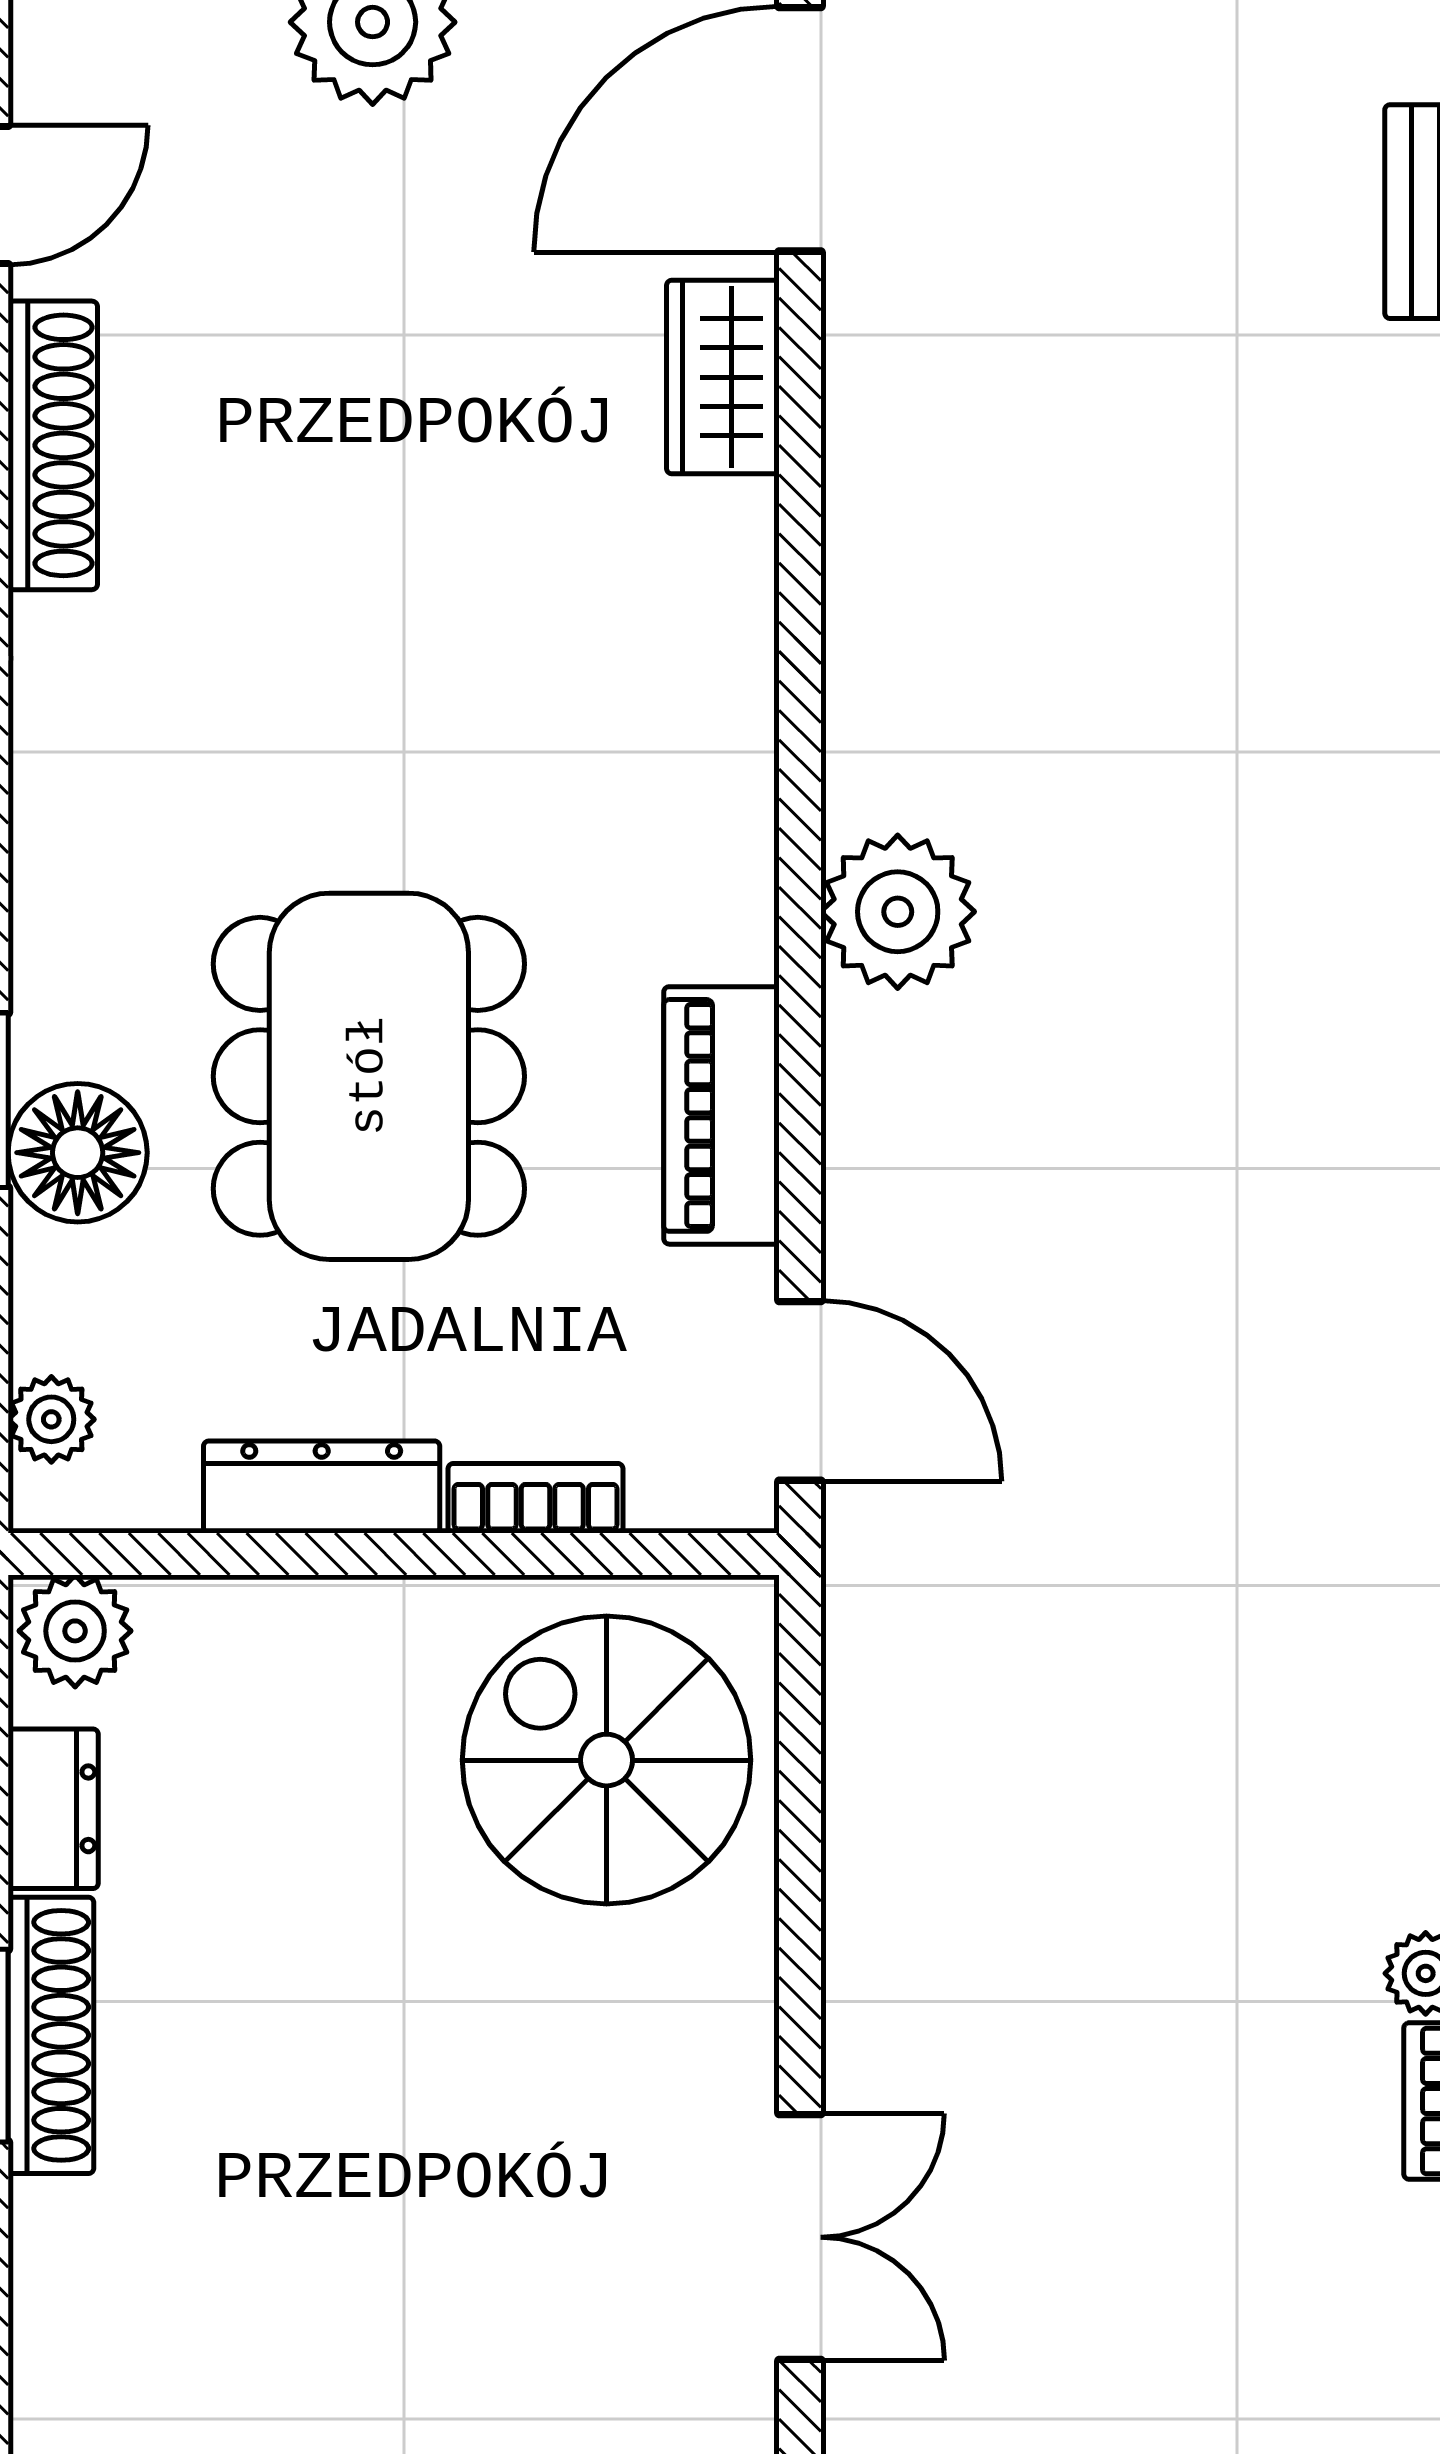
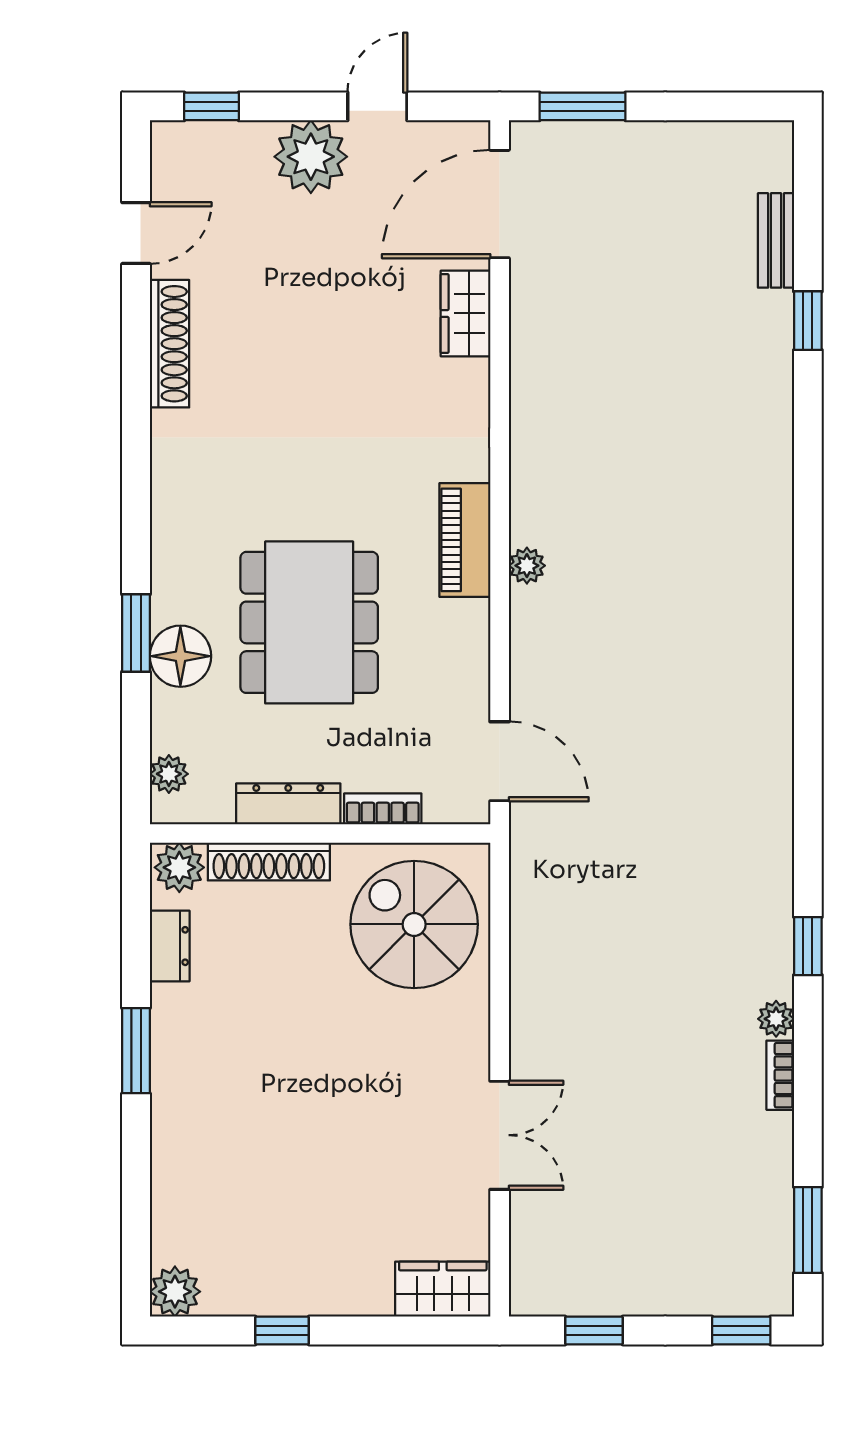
plant: (898, 912) -> (527, 566), width x0.53, depth x0.53
piano: (721, 1115) -> (465, 540), moved
shoe rack: (51, 2035) -> (269, 862), moved, turned 90

